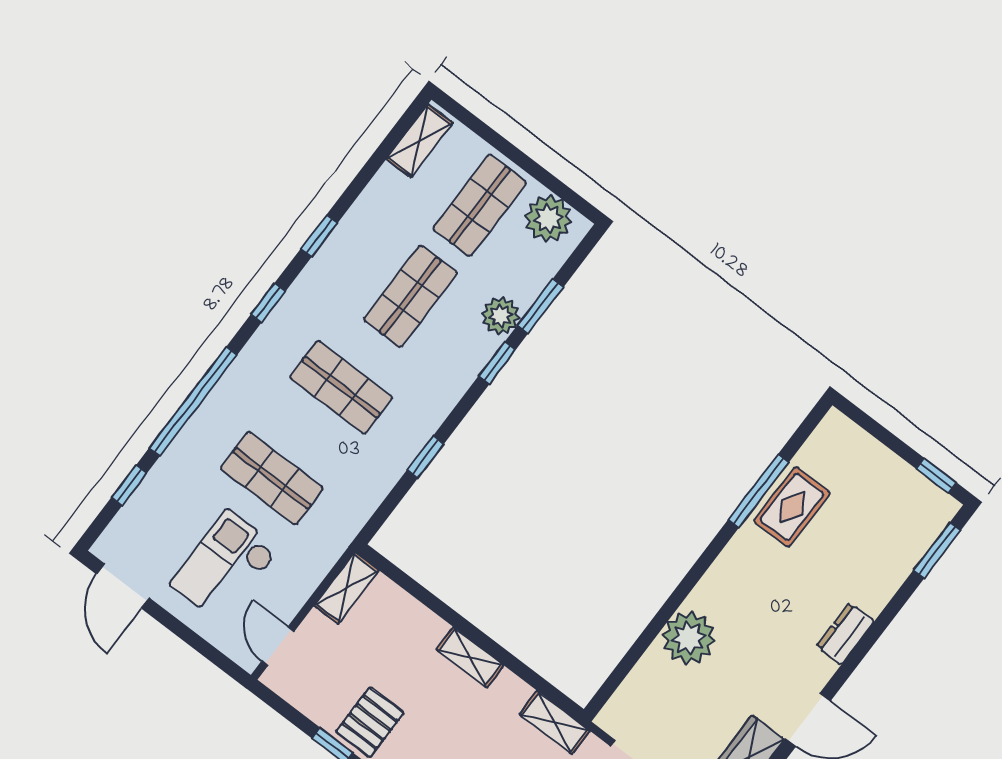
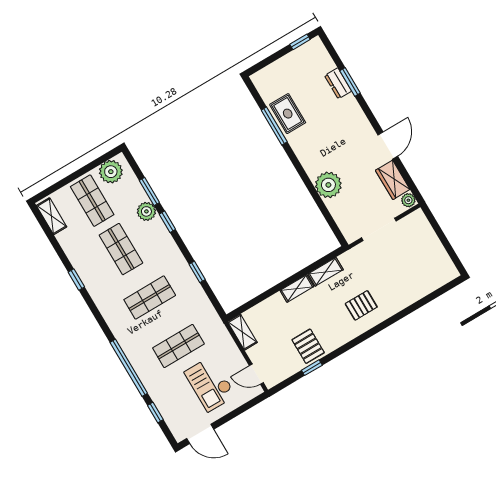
window: (268, 303) -> (98, 315), removed
window: (937, 550) -> (350, 82), moved
dresser: (845, 634) -> (338, 83), moved
shelving: (555, 722) -> (326, 272), moved

